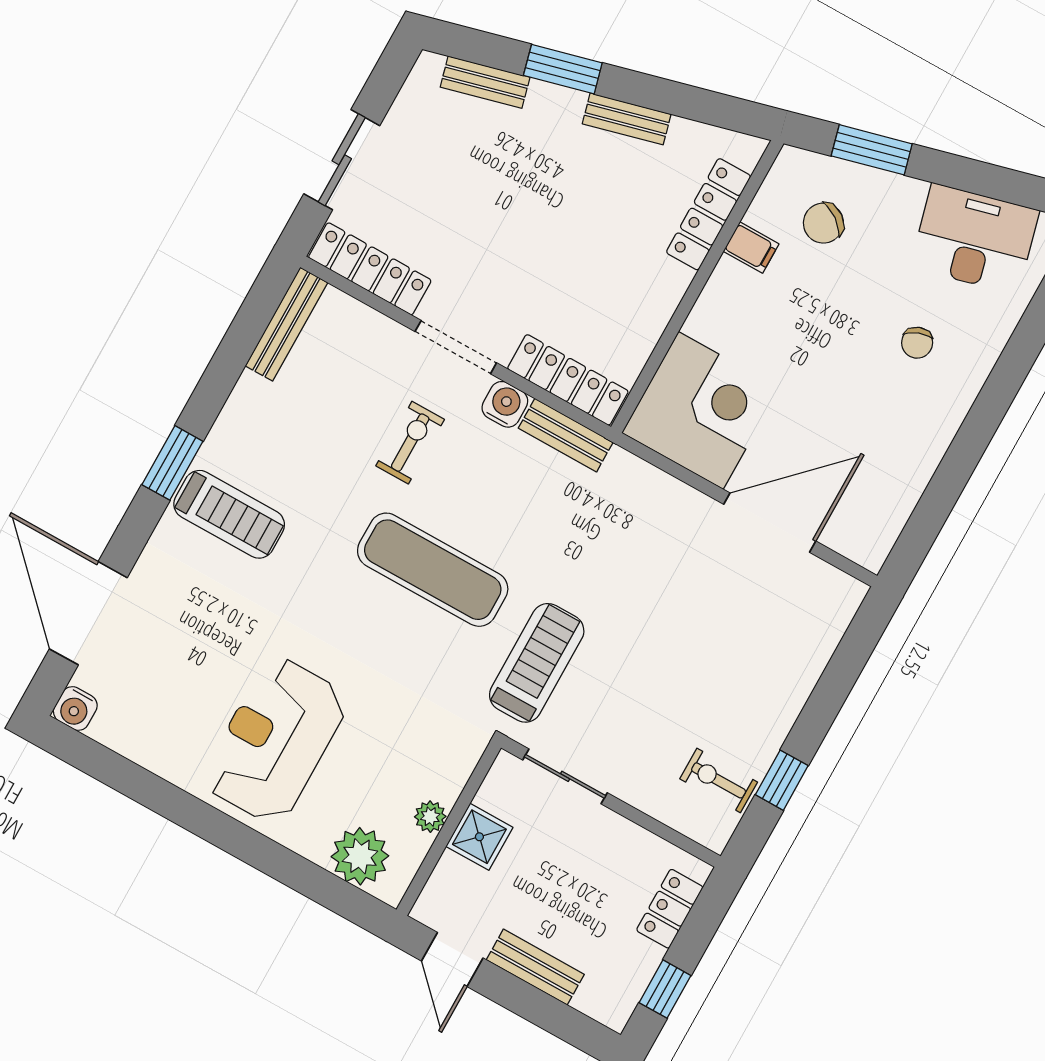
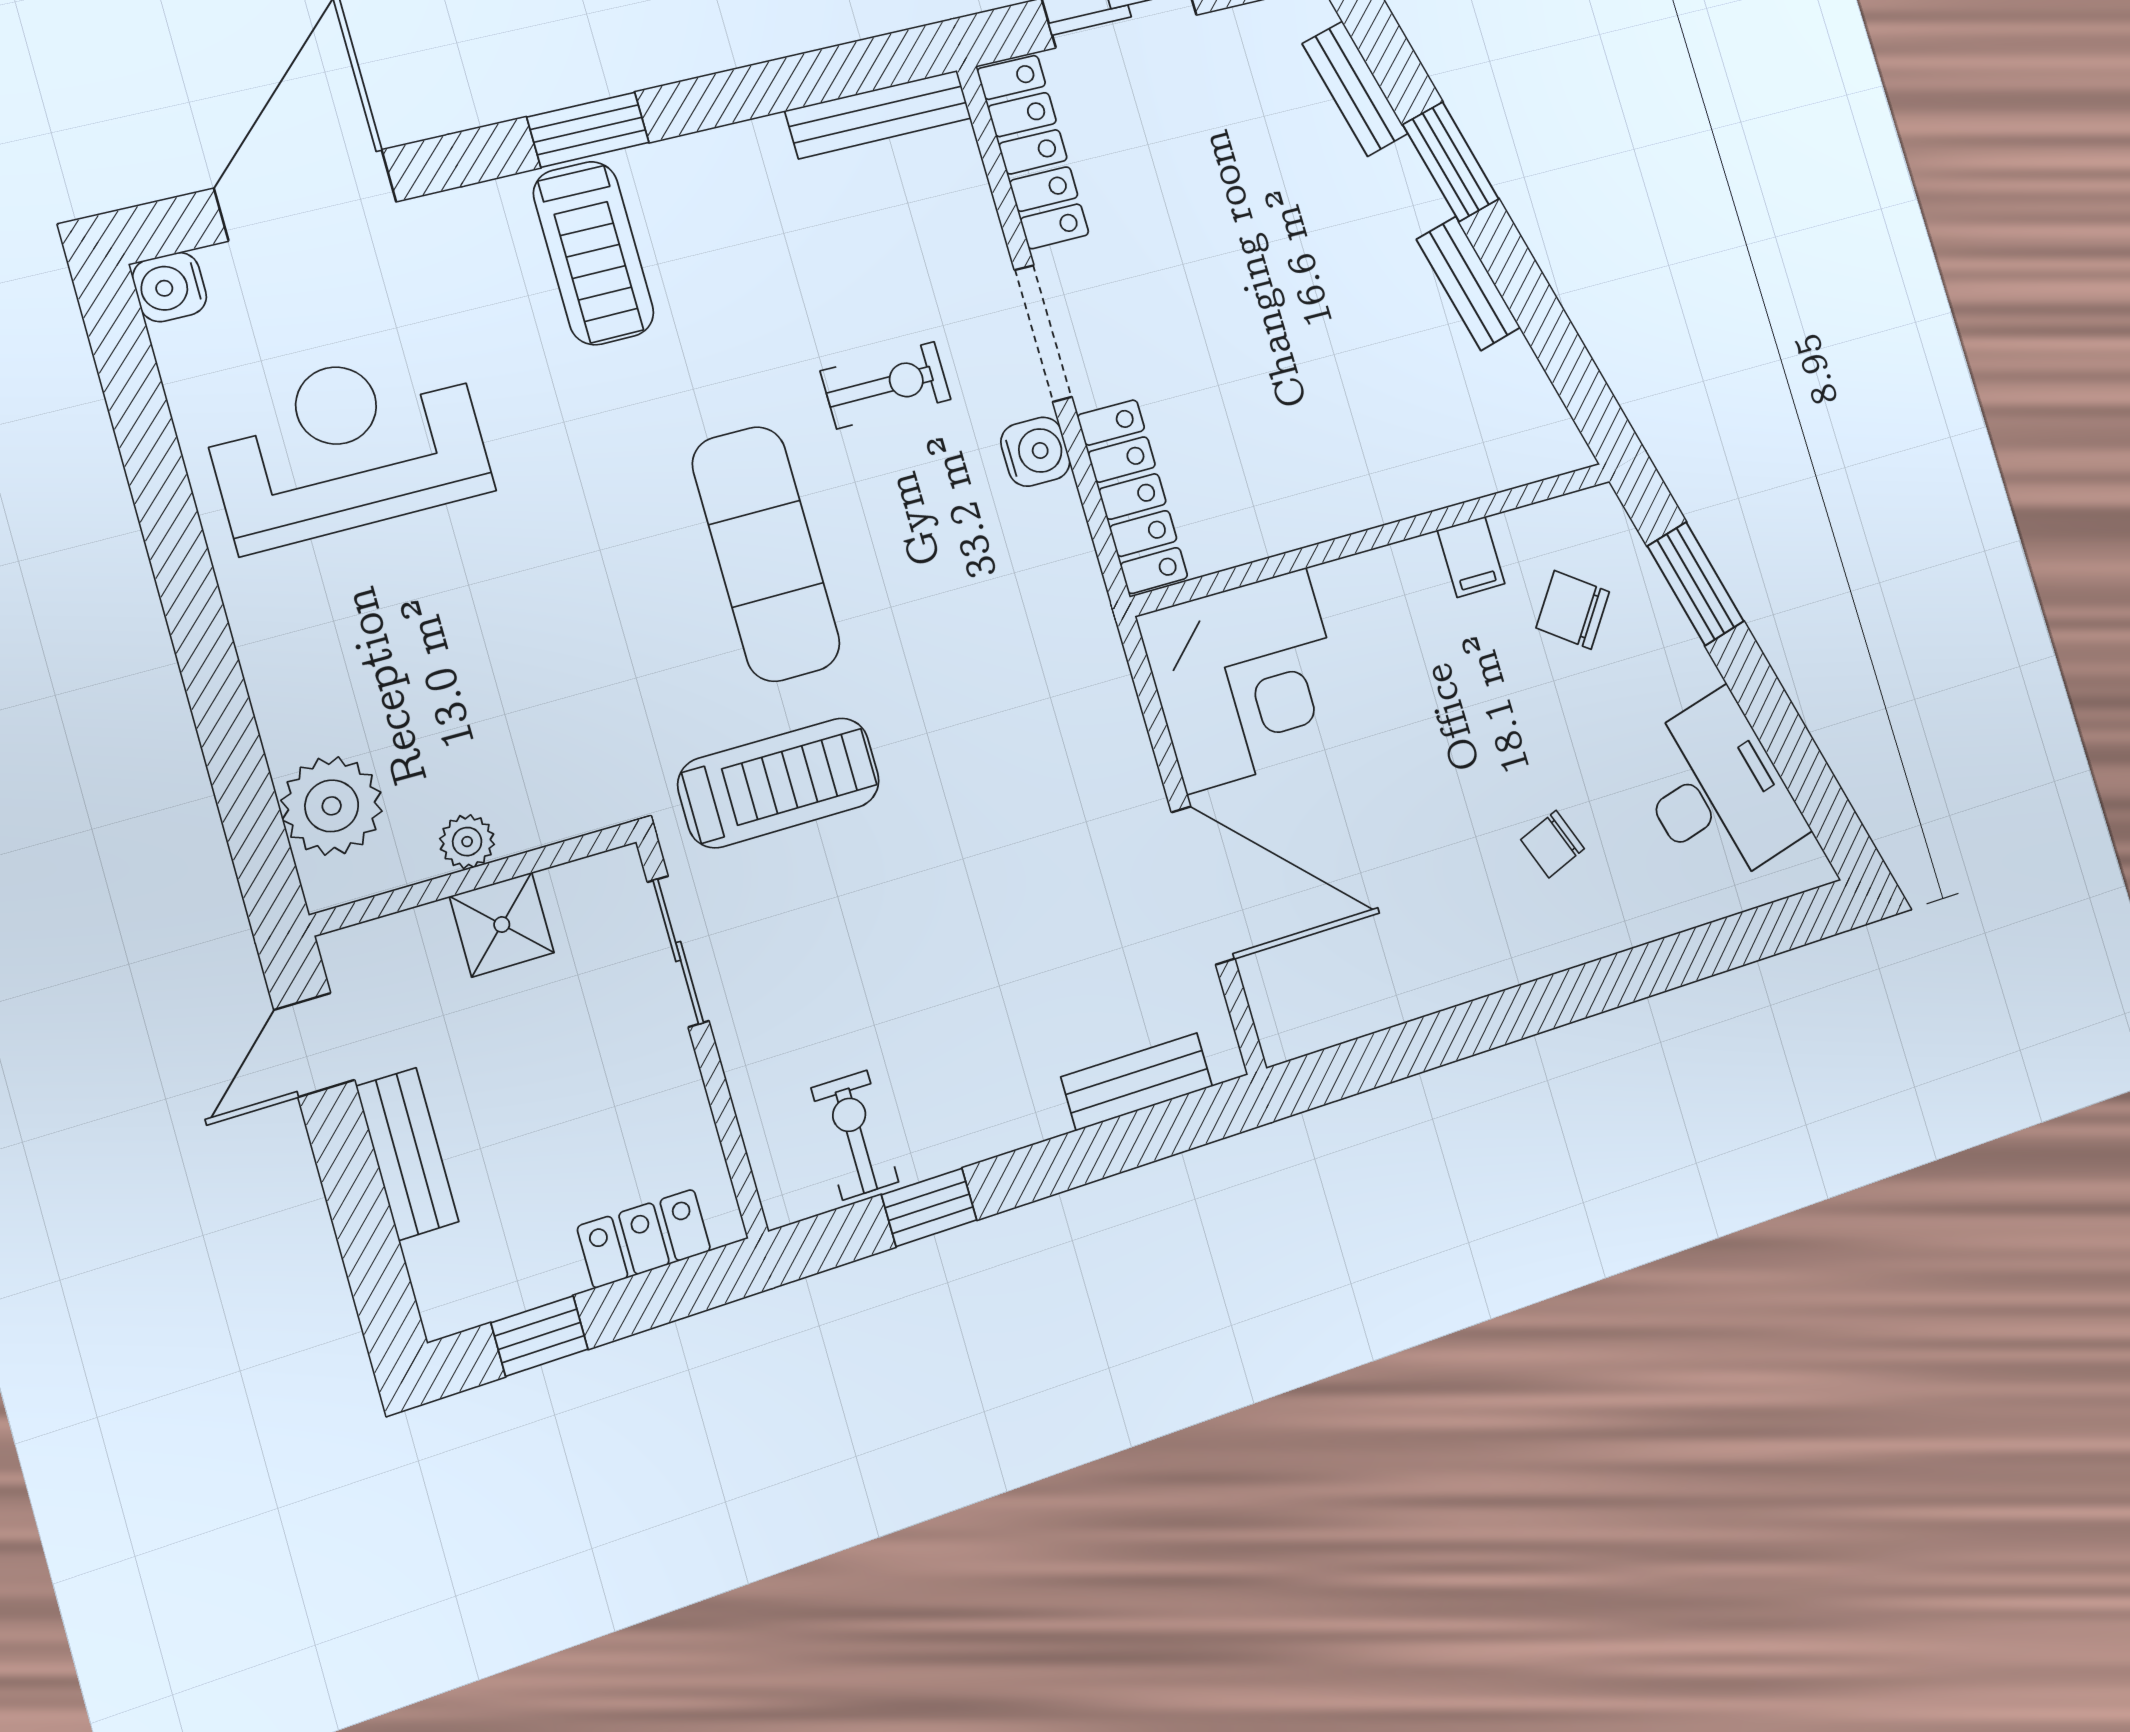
locker: (708, 214) -> (1459, 474), removed
bench: (566, 435) -> (1137, 1082), moved, turned 90
reception desk: (275, 740) -> (347, 446), moved

